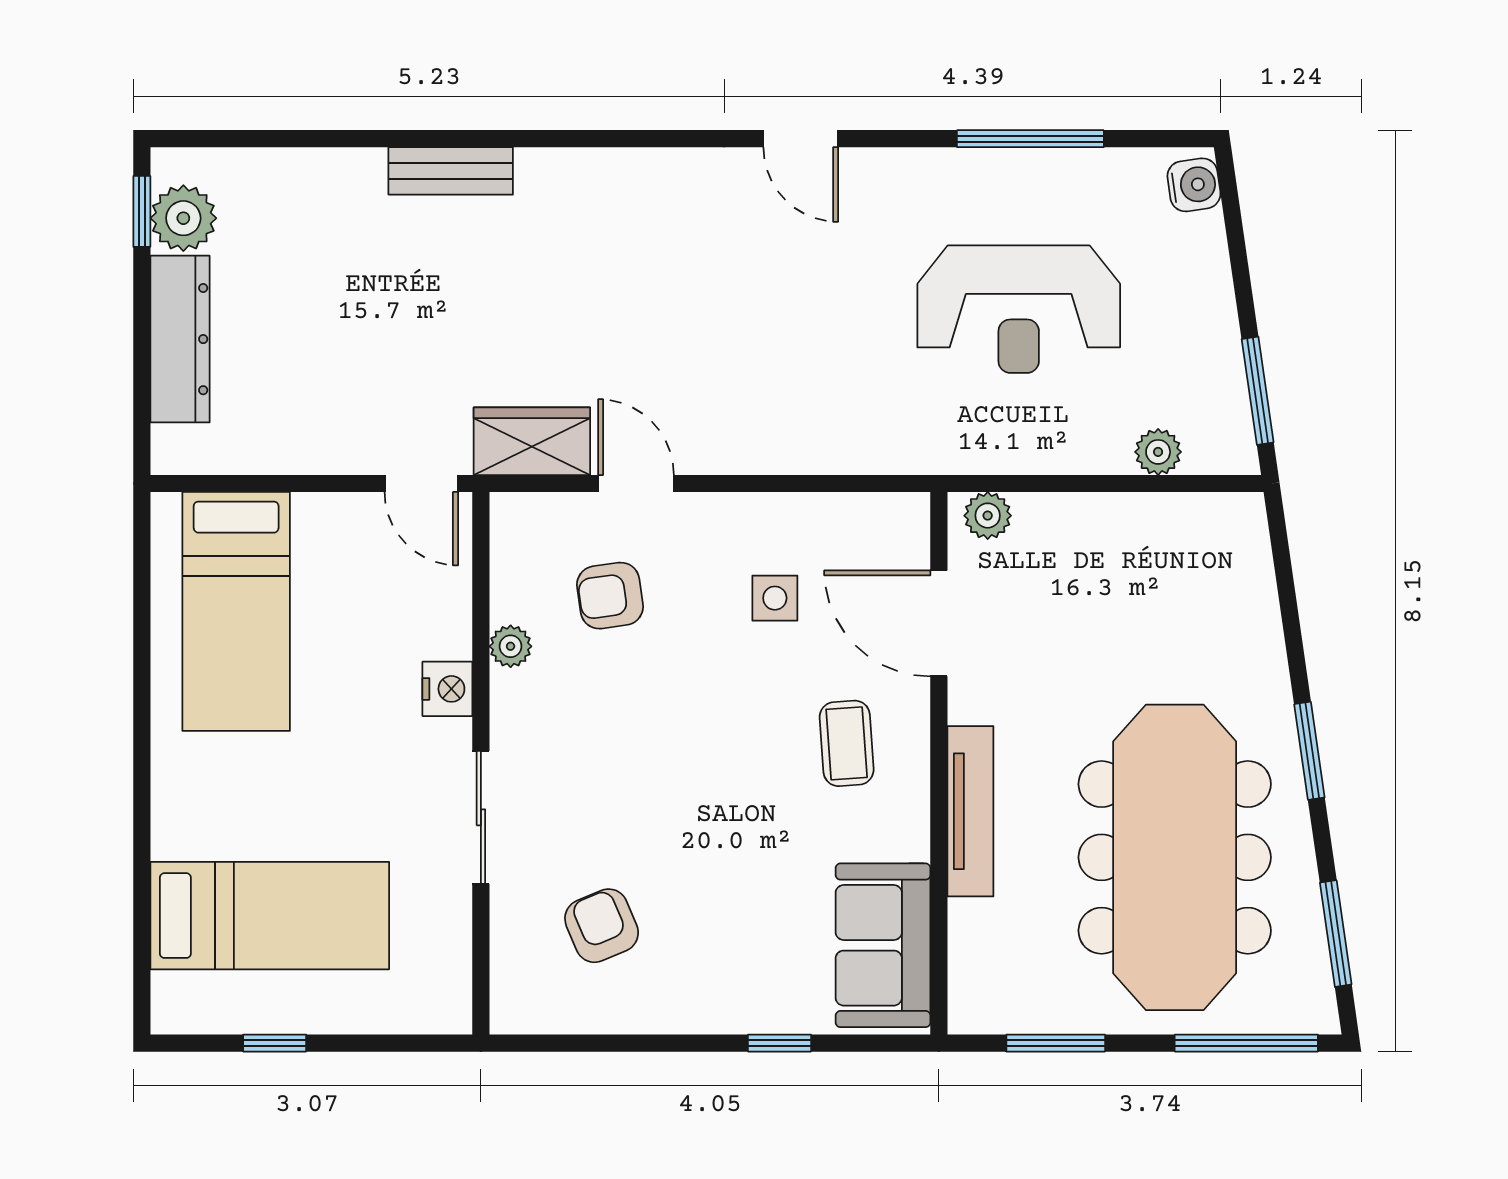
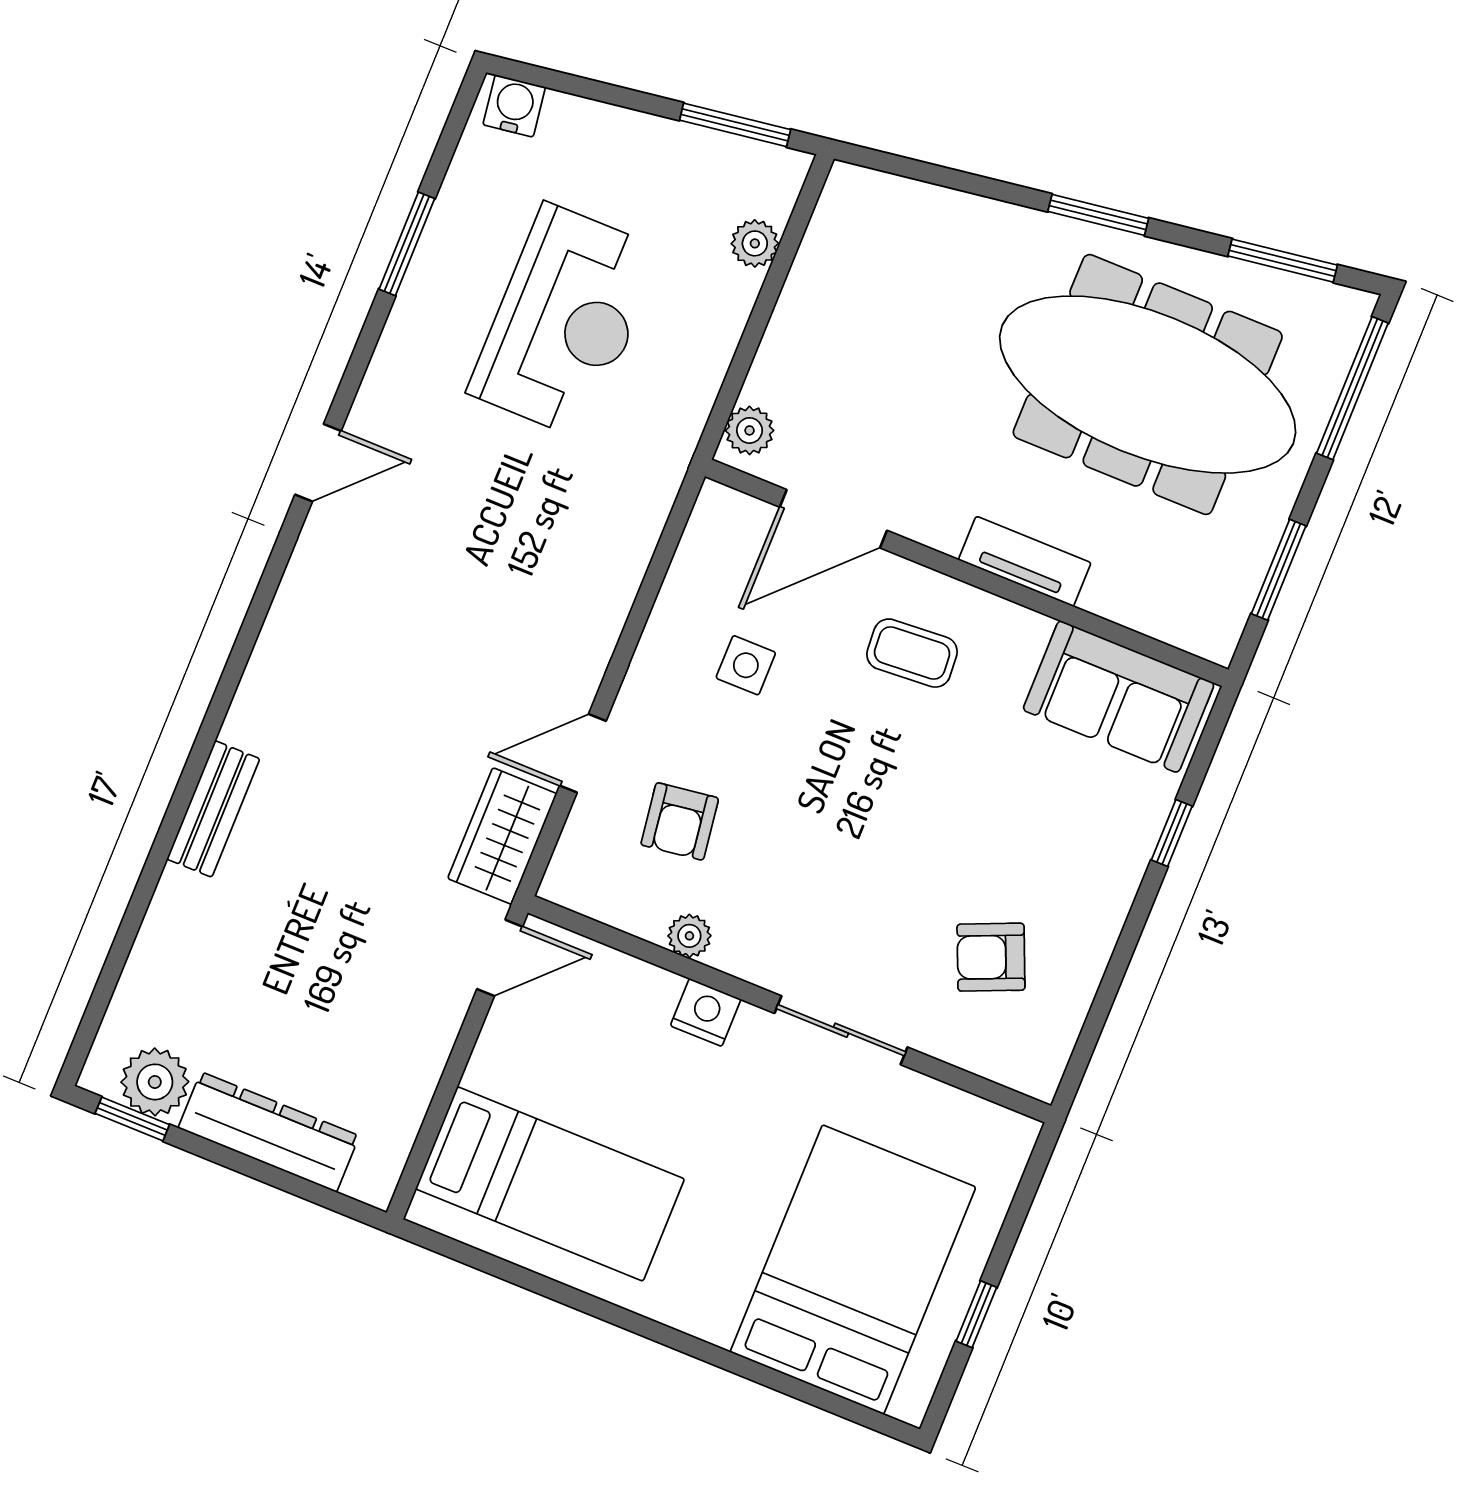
window: (1030, 139) -> (407, 244), width x0.69
tv unit: (970, 811) -> (1025, 561), width x0.71
bed: (270, 916) -> (853, 1270), width x1.50

